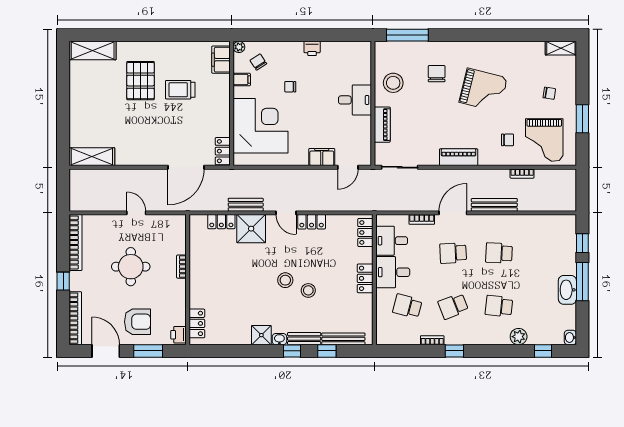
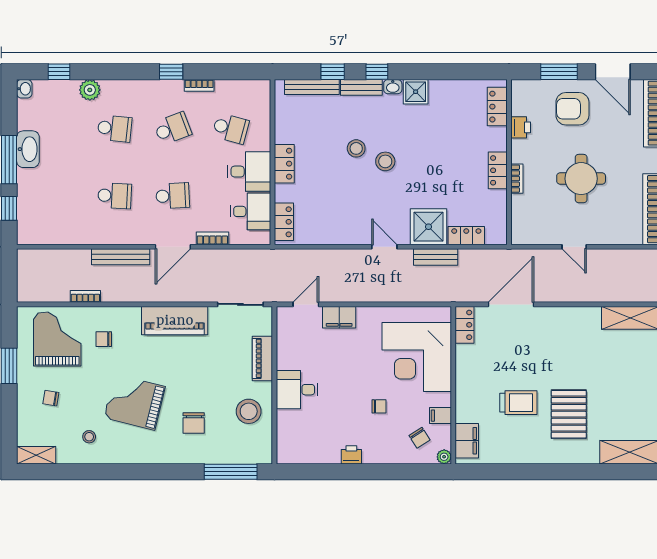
stool: (519, 63) -> (89, 437), added
piano: (459, 157) -> (175, 321), width x1.37, depth x1.33
locker: (312, 222) -> (498, 170), moved, turned -90
printer: (178, 335) -> (521, 127), moved

